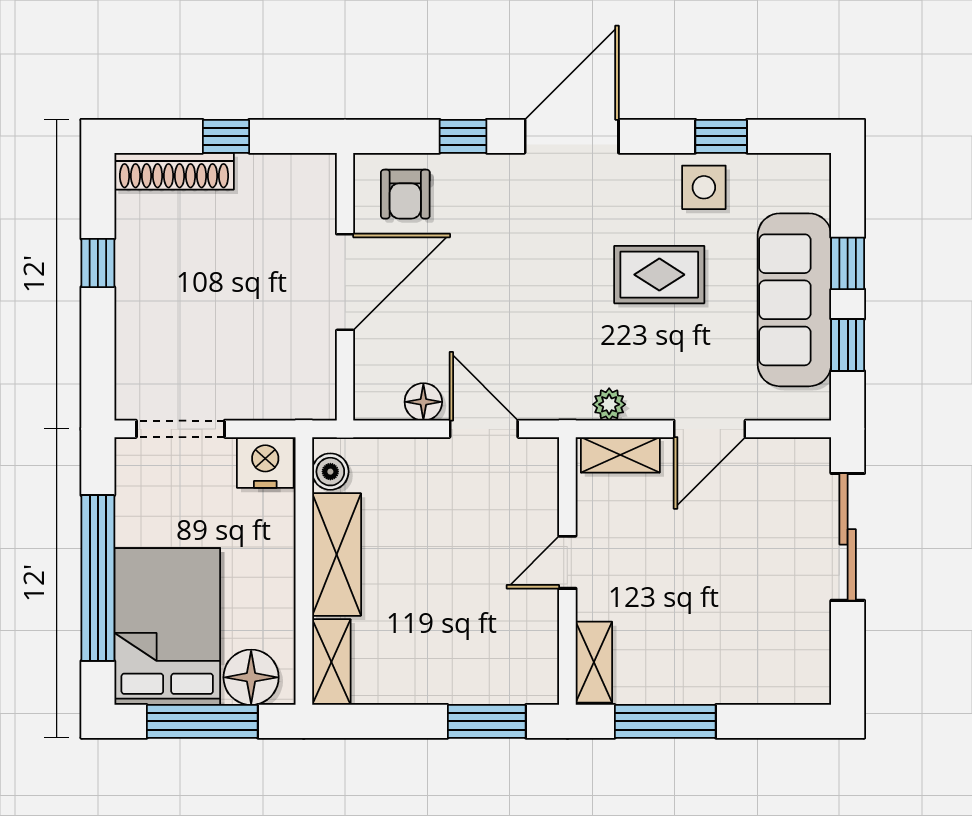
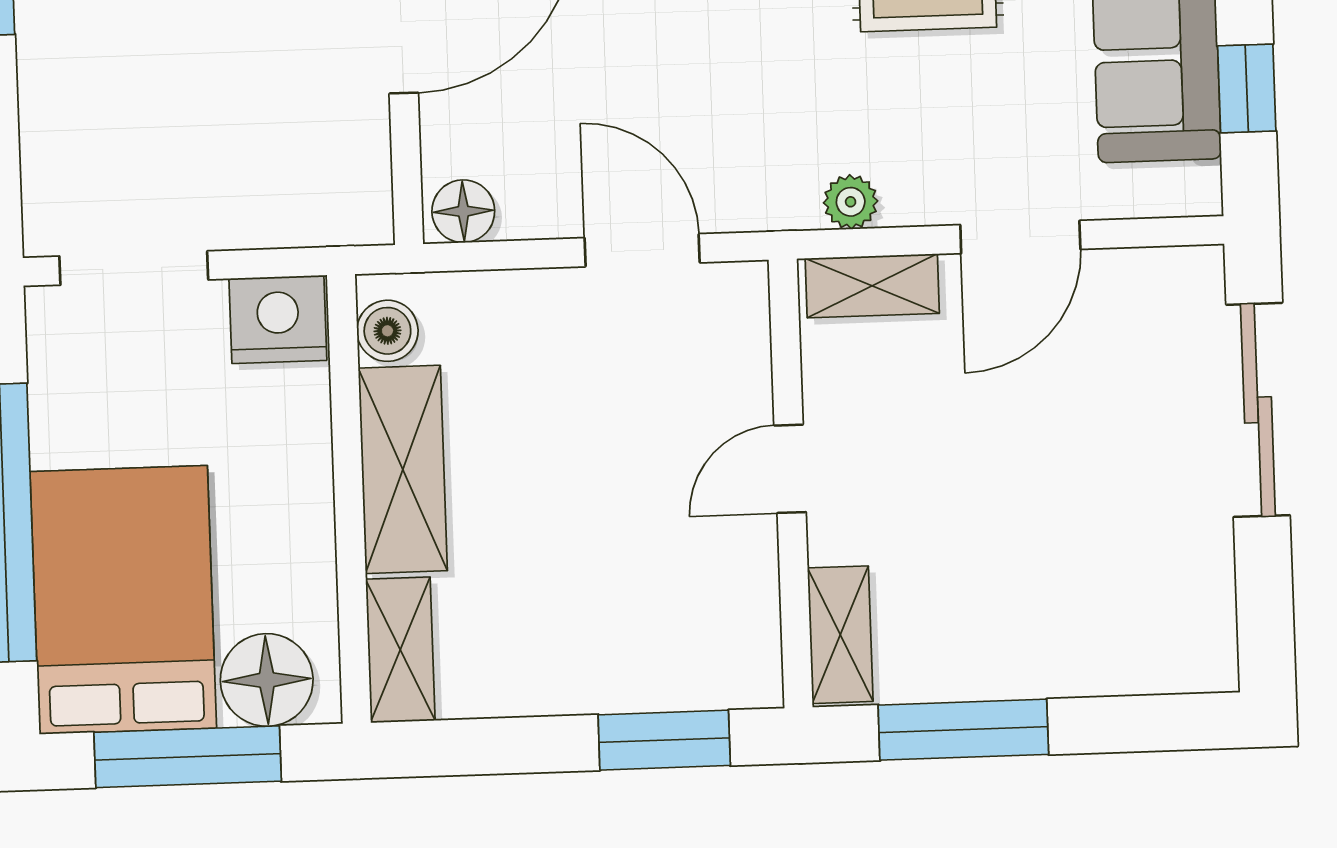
floor lamp: (423, 402) -> (463, 211), moved

